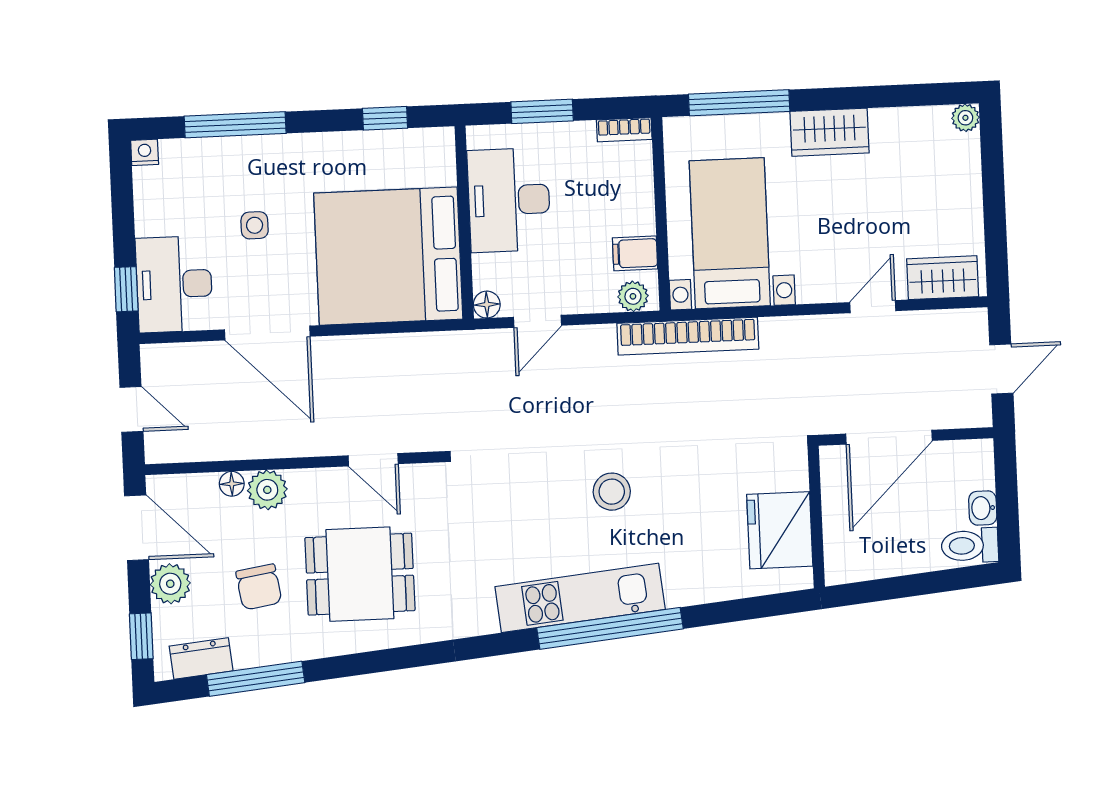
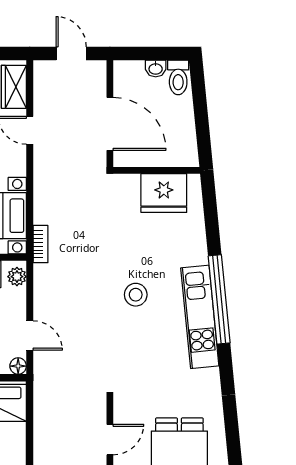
bookcase: (688, 336) -> (40, 244), width x0.43, depth x0.76

